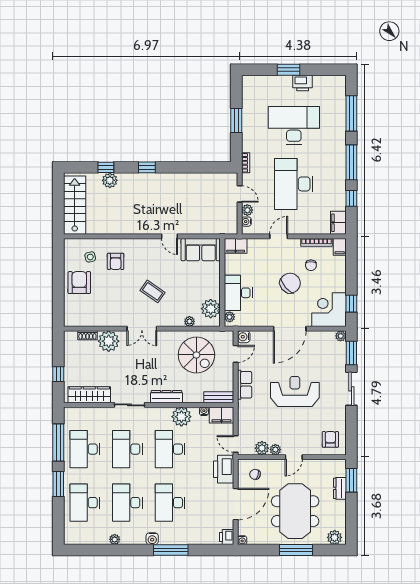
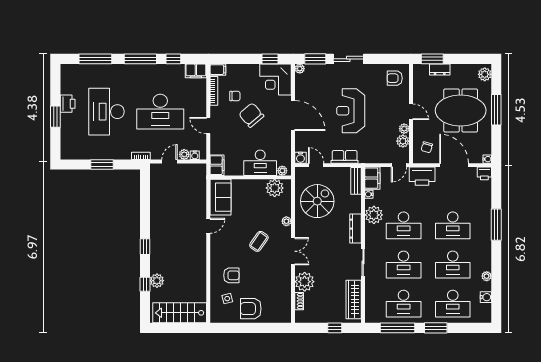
plant: (189, 321) -> (286, 221), moved
water cooler: (152, 539) -> (486, 297), moved

